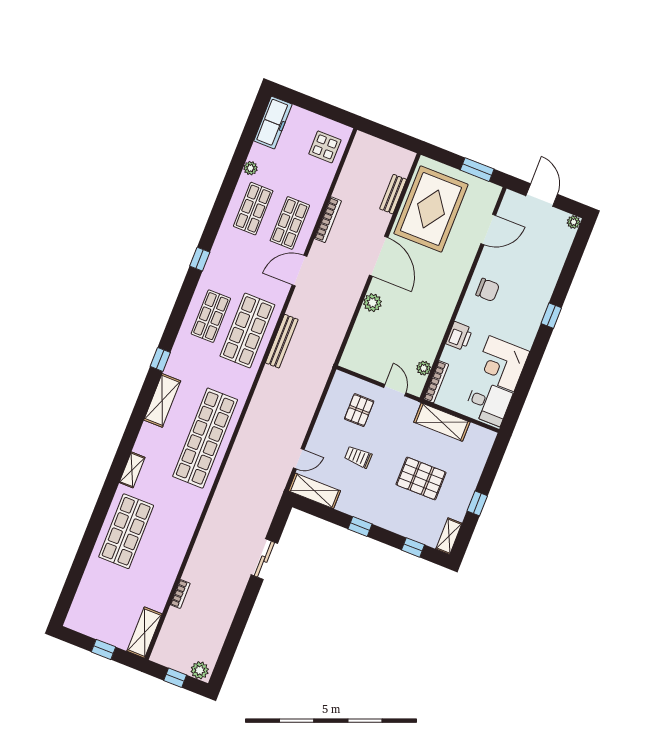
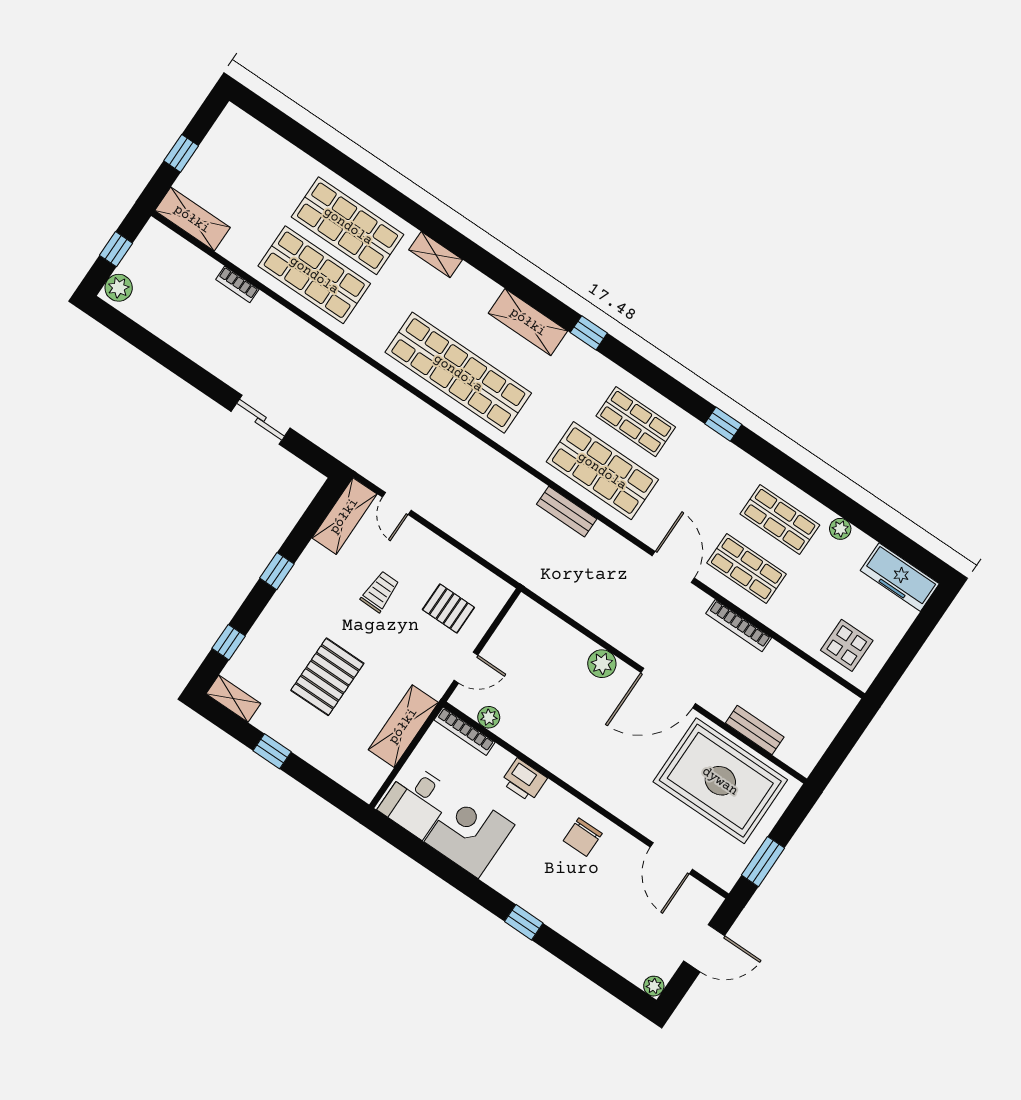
bench: (282, 341) -> (567, 512), width x0.73
shop shelf: (163, 546) -> (314, 275), added

